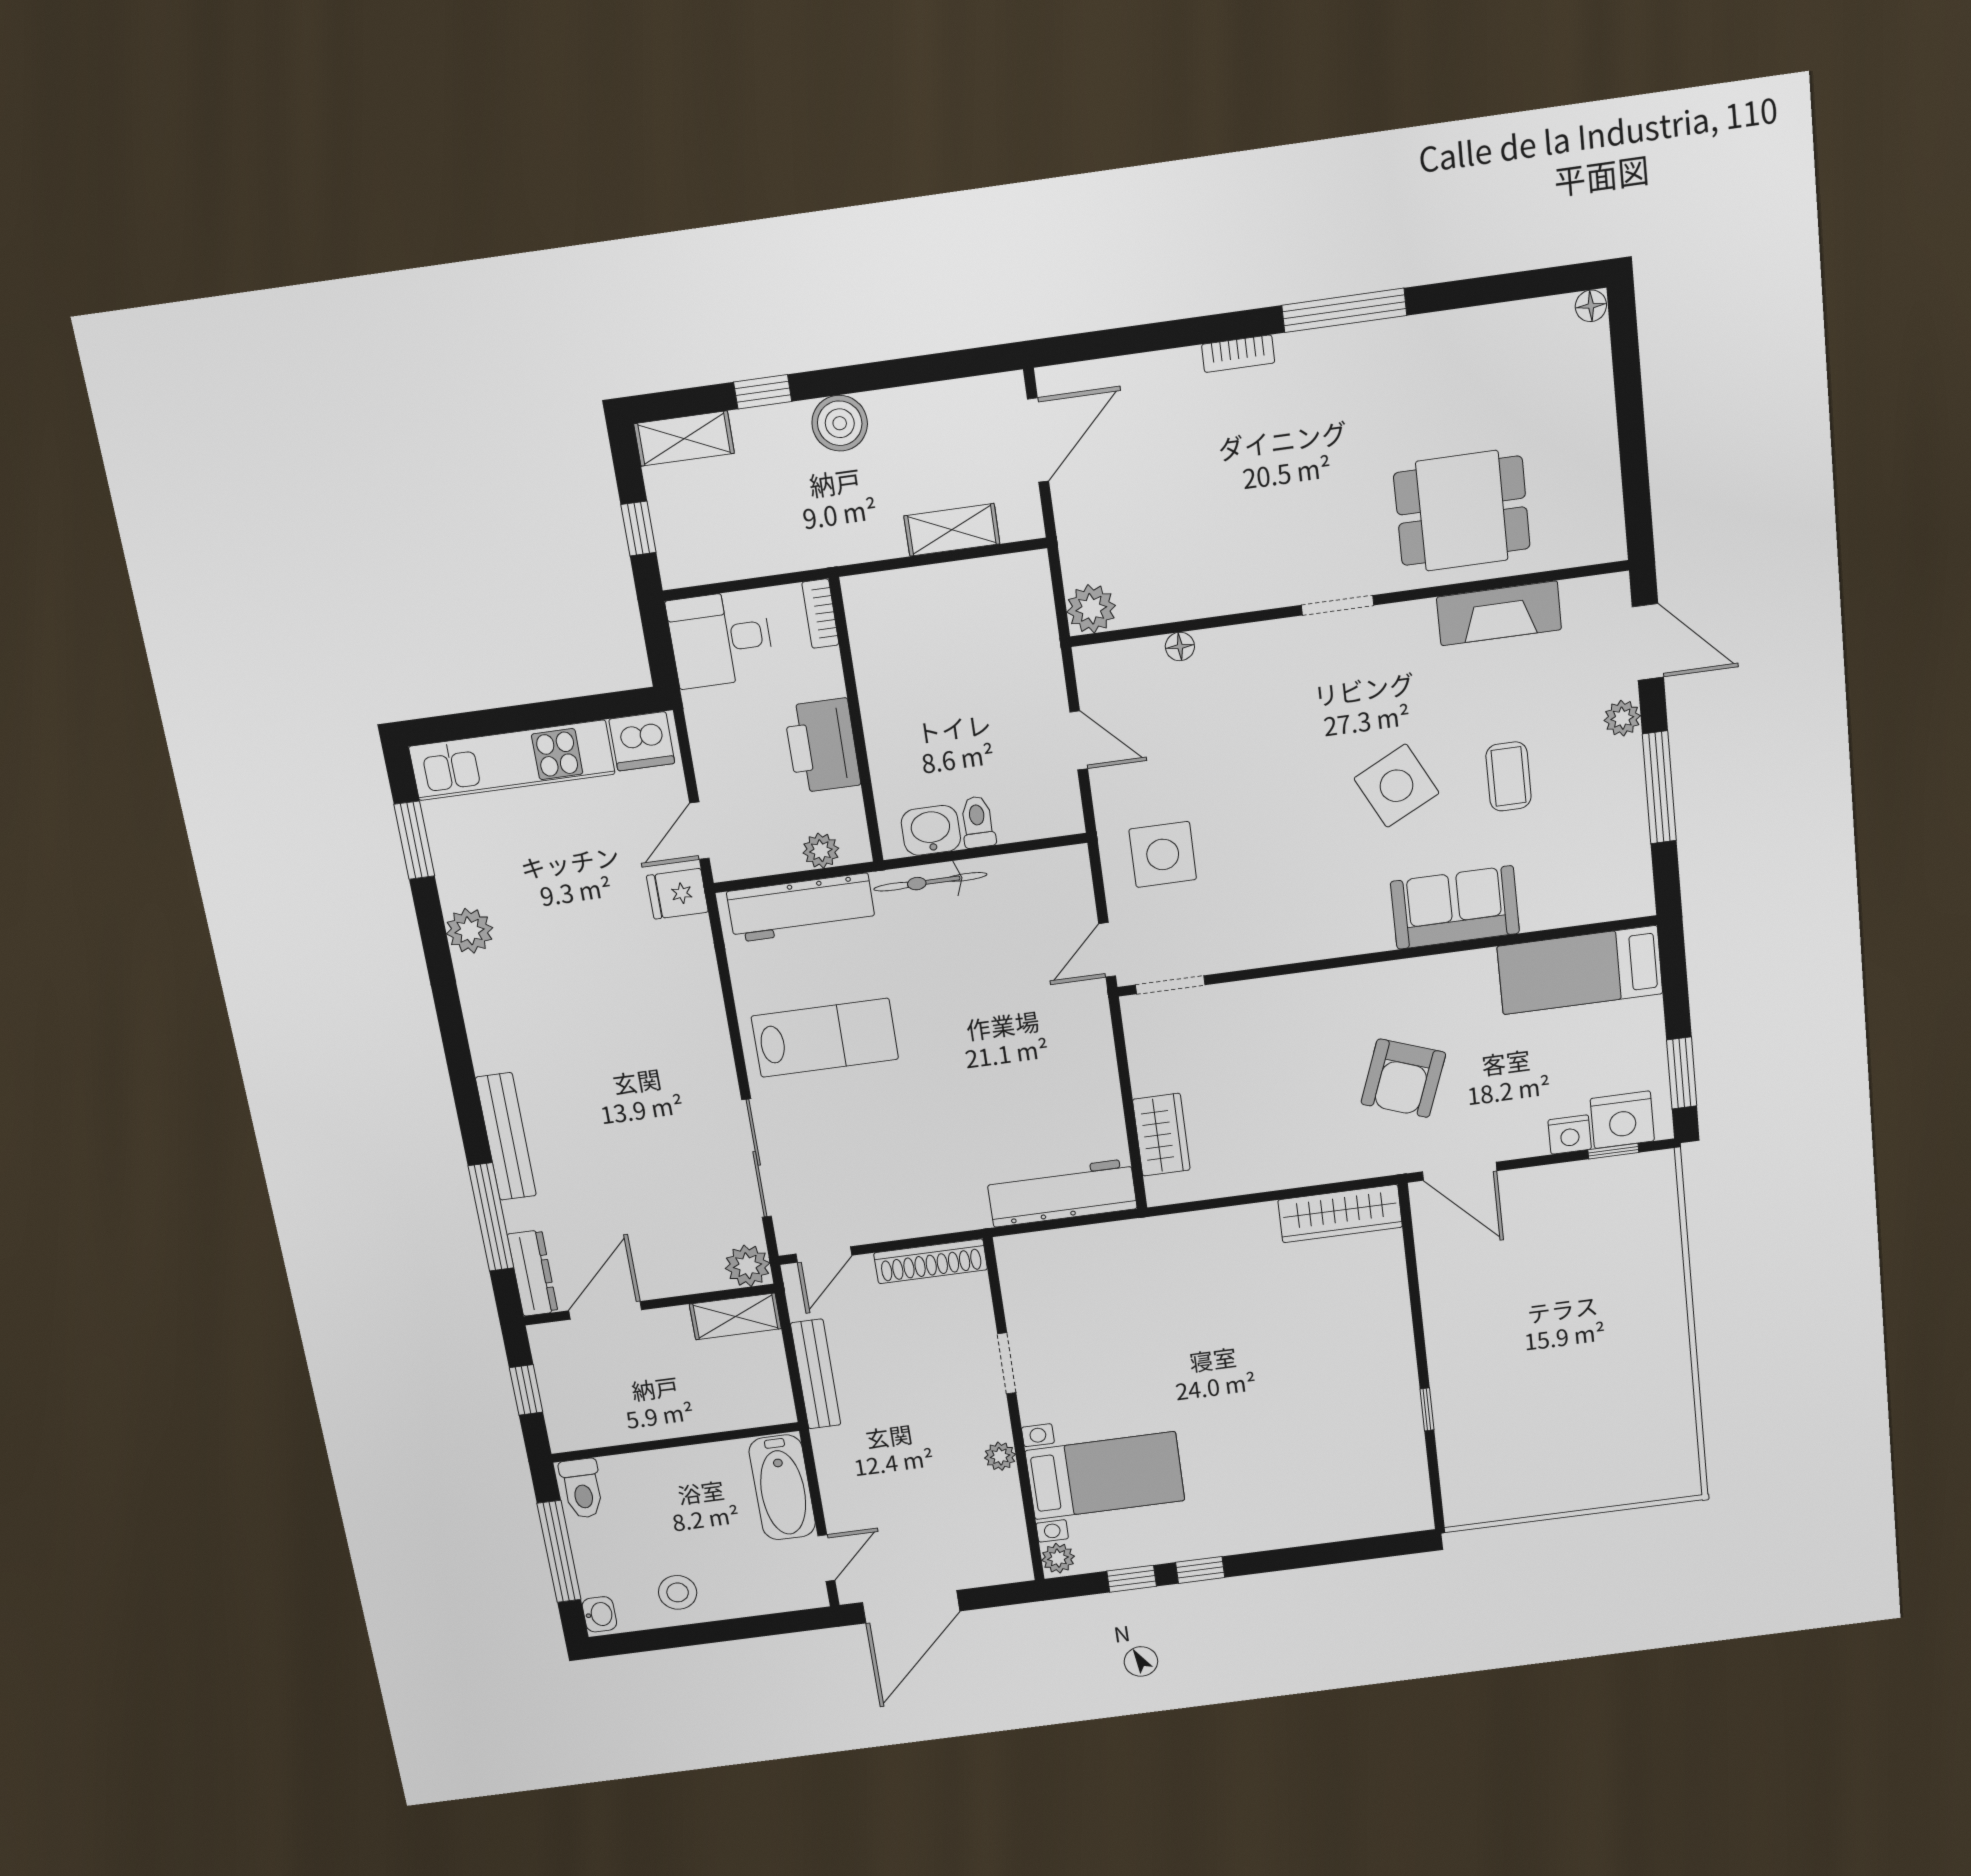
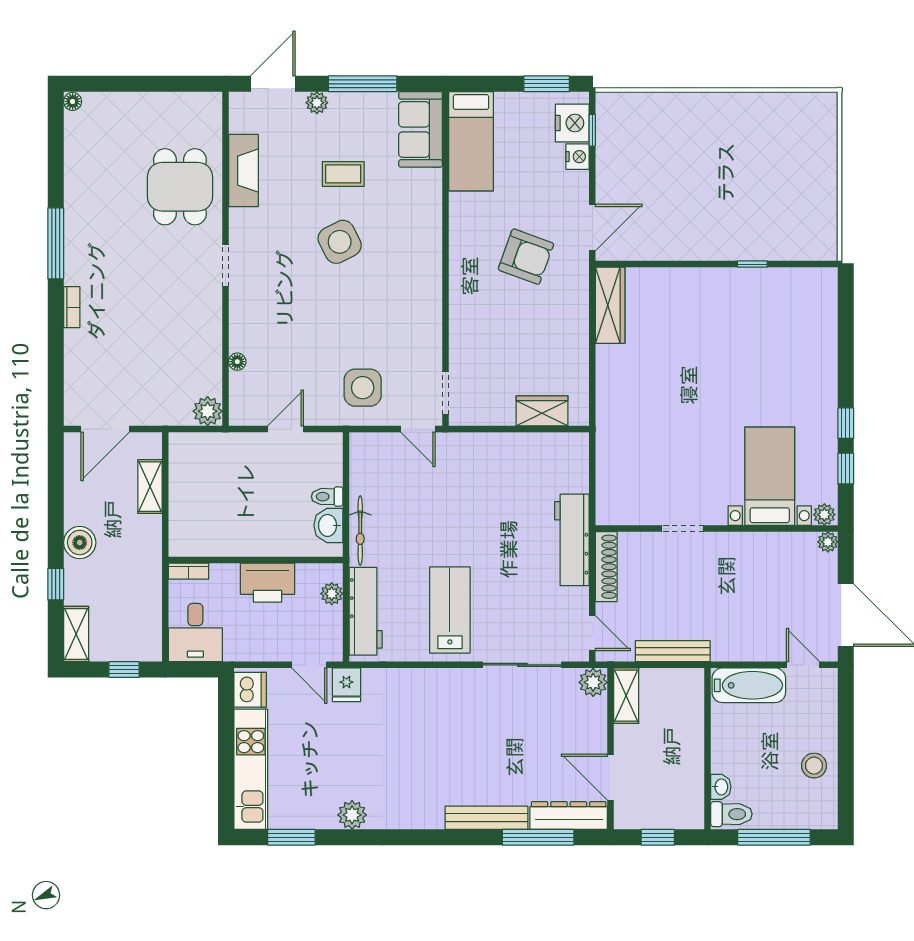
door: (1038, 440) -> (105, 429), swing flipped
sofa: (1455, 907) -> (421, 129), moved
workbench: (1062, 1193) -> (572, 540), moved
dresser: (533, 1273) -> (569, 816), width x1.37, depth x1.24
plant: (1000, 1456) -> (828, 542), moved
washbasin: (599, 1614) -> (721, 787), moved, turned 90

